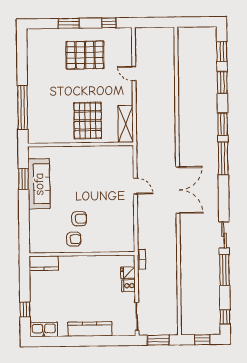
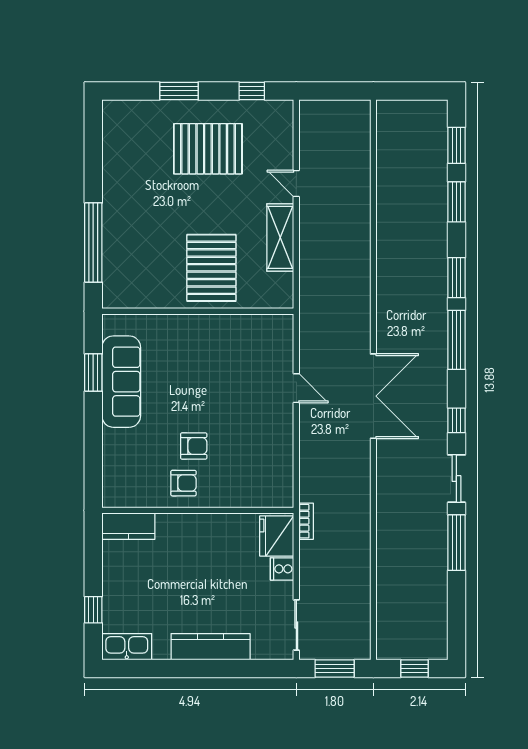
shelving: (126, 124) -> (280, 237), moved
fridge: (128, 273) -> (277, 536), width x1.88, depth x1.34
window: (225, 317) -> (456, 420), moved

